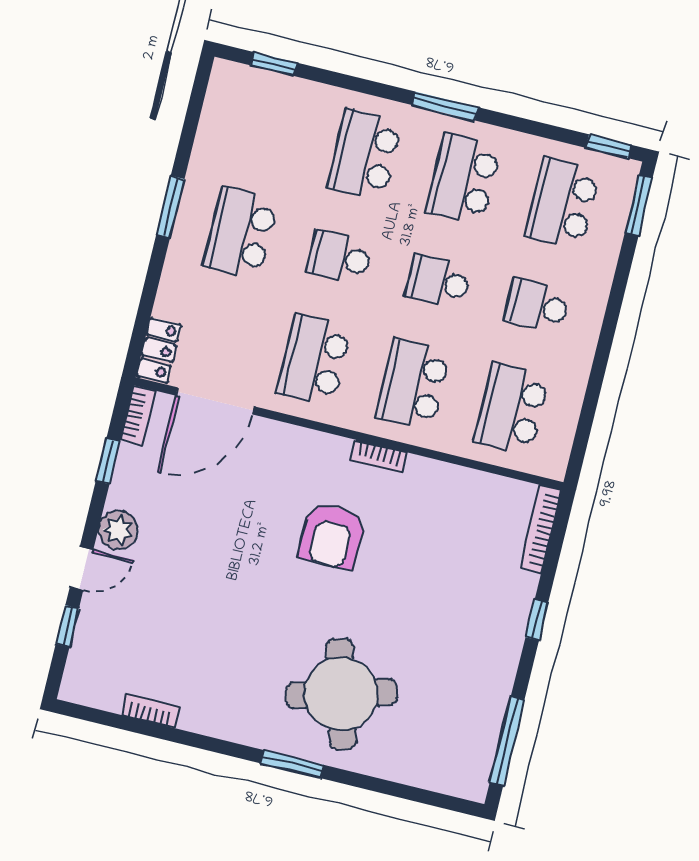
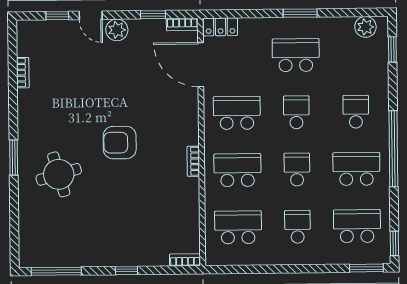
plant: (223, 100) -> (365, 27), added
window: (445, 106) -> (393, 149), width x2.11
school desk: (365, 155) -> (356, 112), width x0.54
bookcase: (541, 529) -> (185, 260), width x0.64
armchair: (332, 536) -> (120, 143), moved
round table: (341, 694) -> (59, 174), width x0.73, depth x0.73

